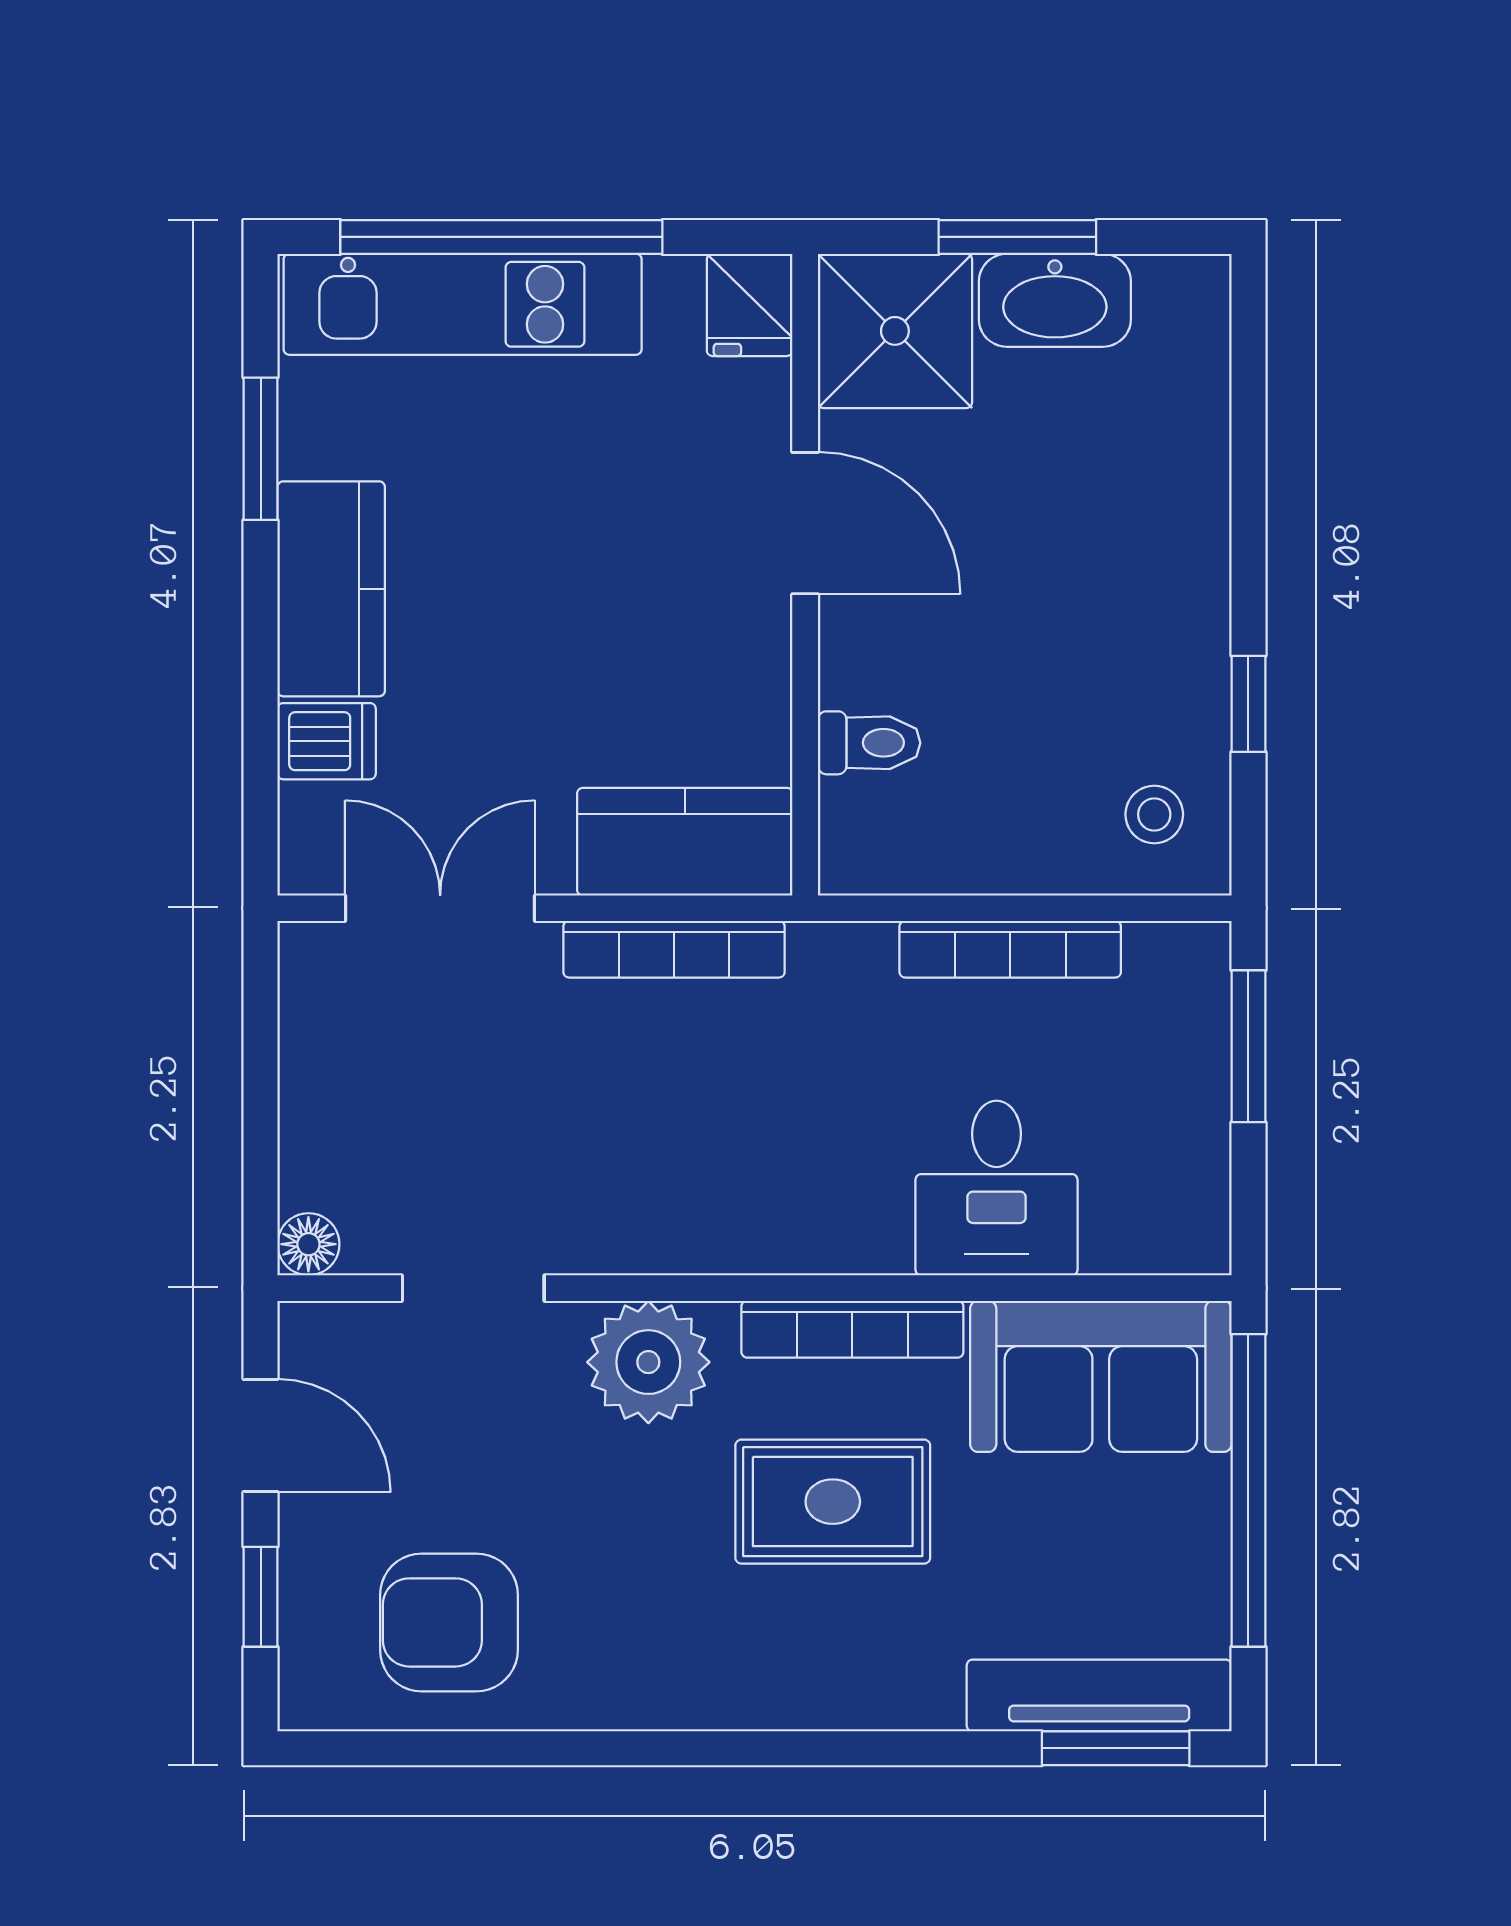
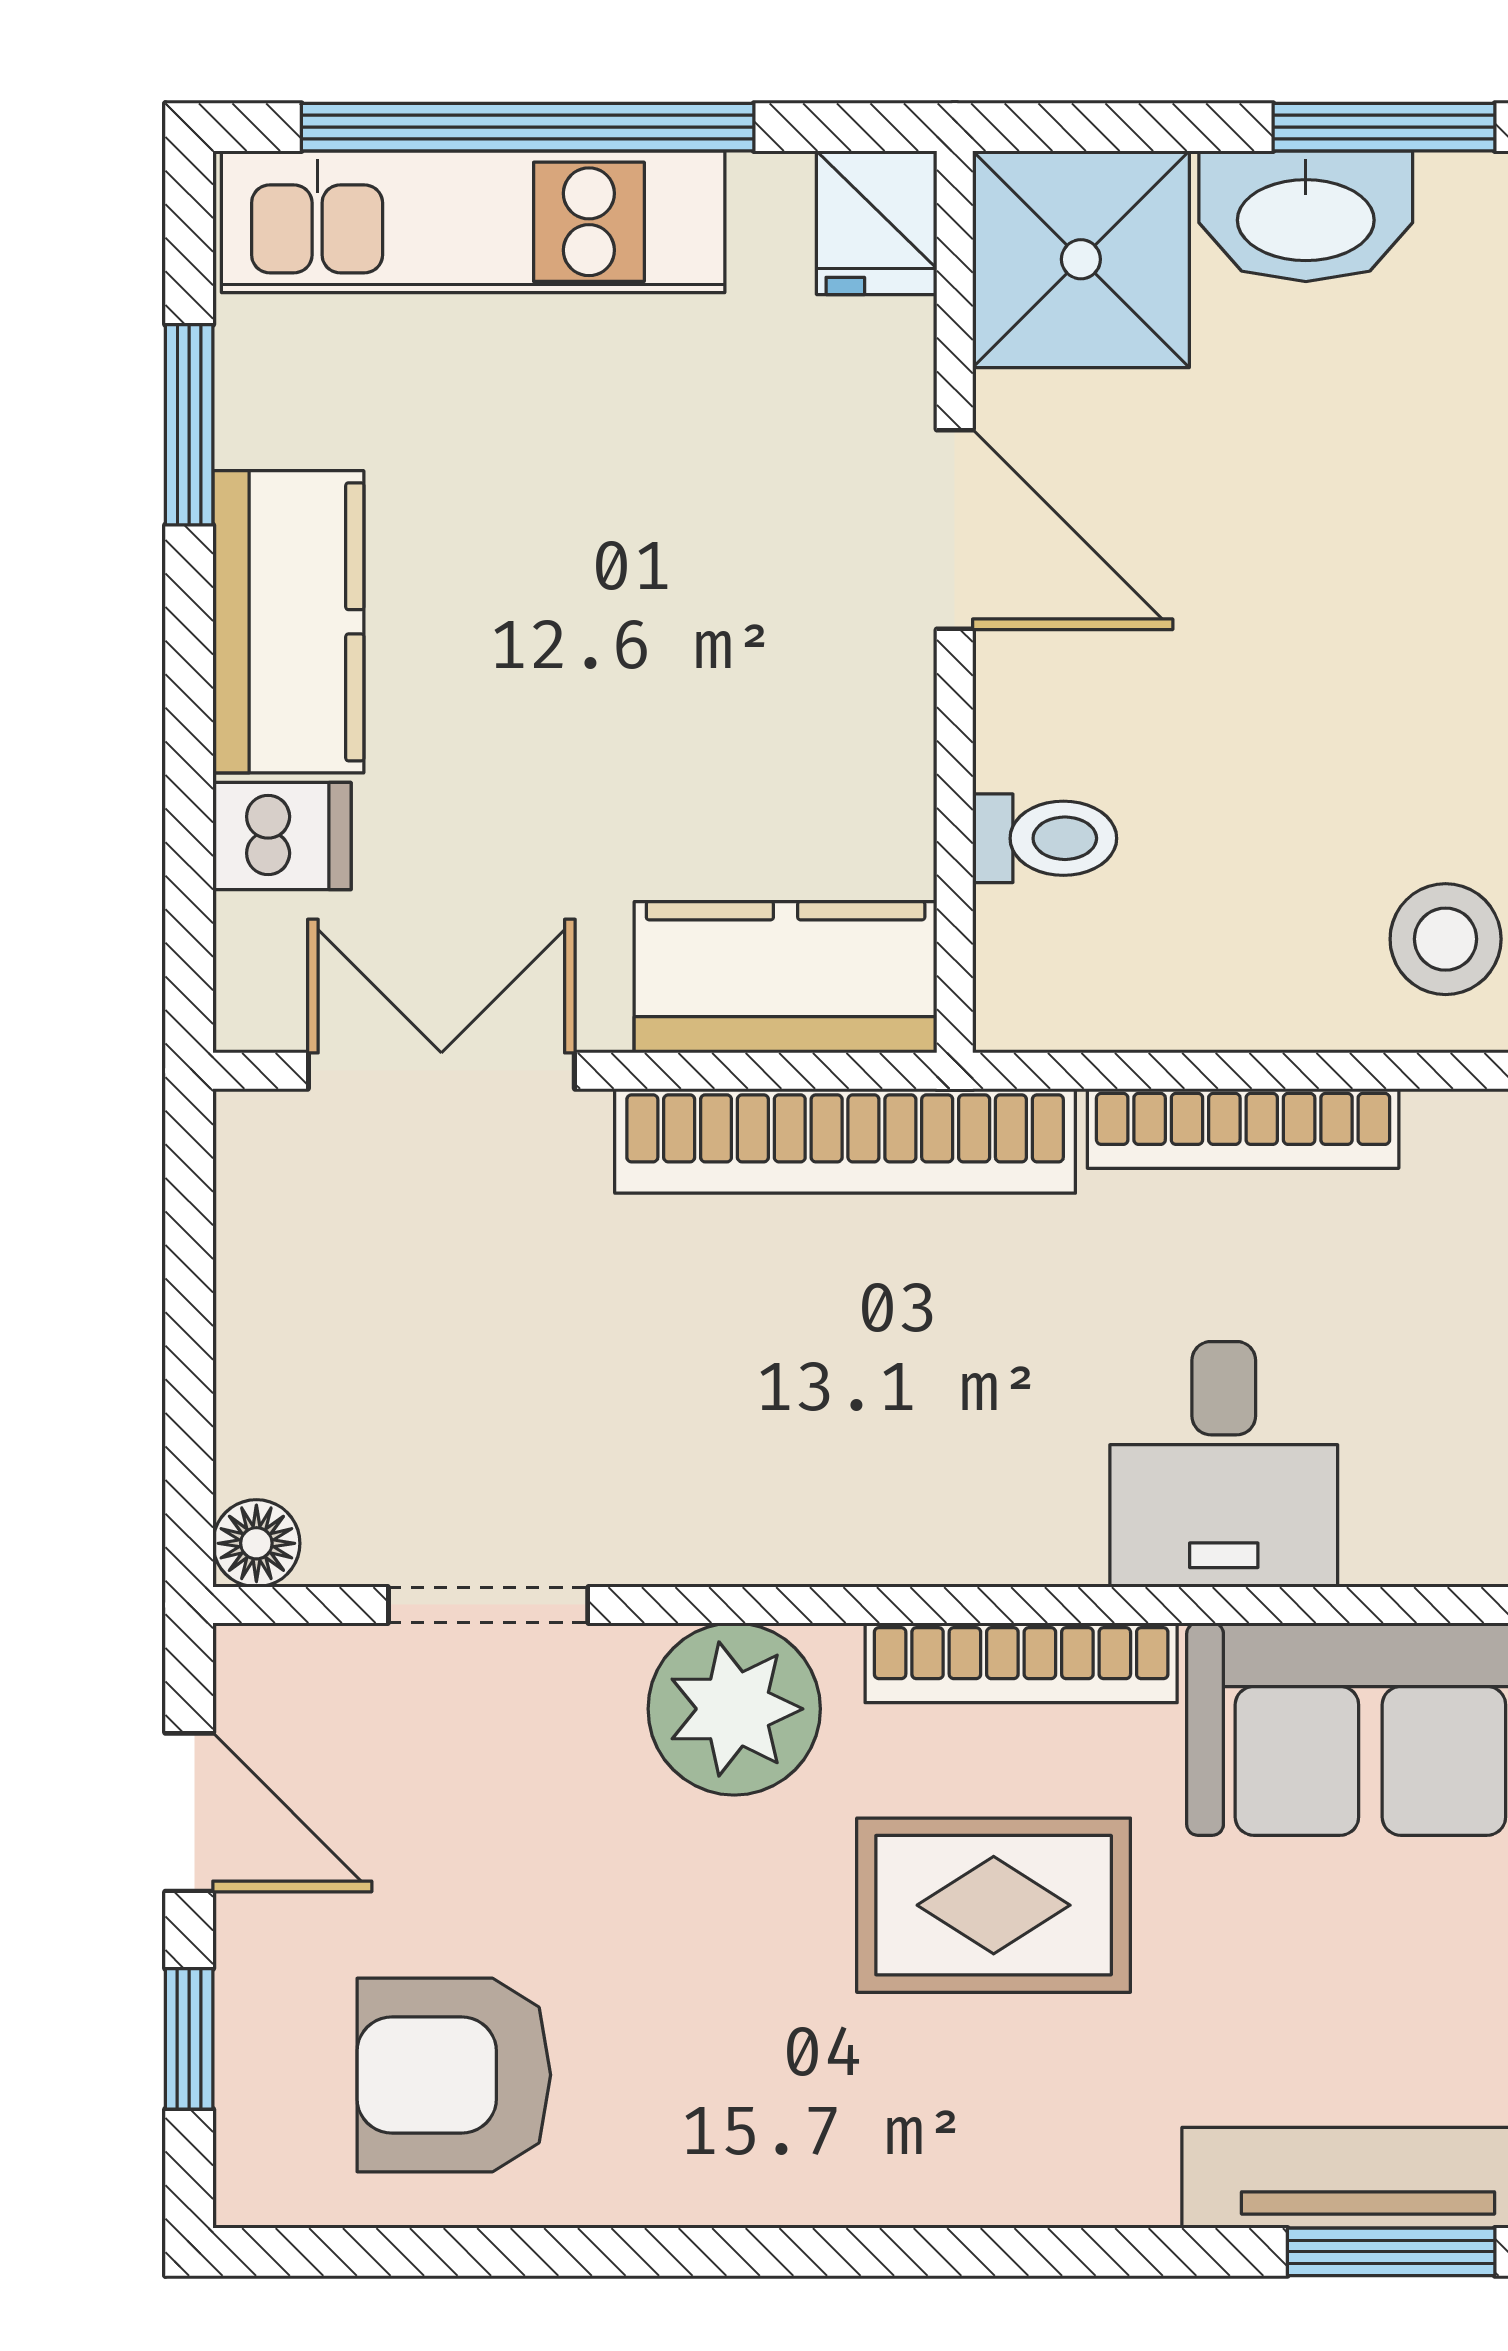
window: (1017, 237) -> (1384, 127), moved
stool: (1154, 814) -> (1446, 939), width x1.37, depth x1.37
bookcase: (674, 949) -> (845, 1141), width x1.48, depth x1.31

